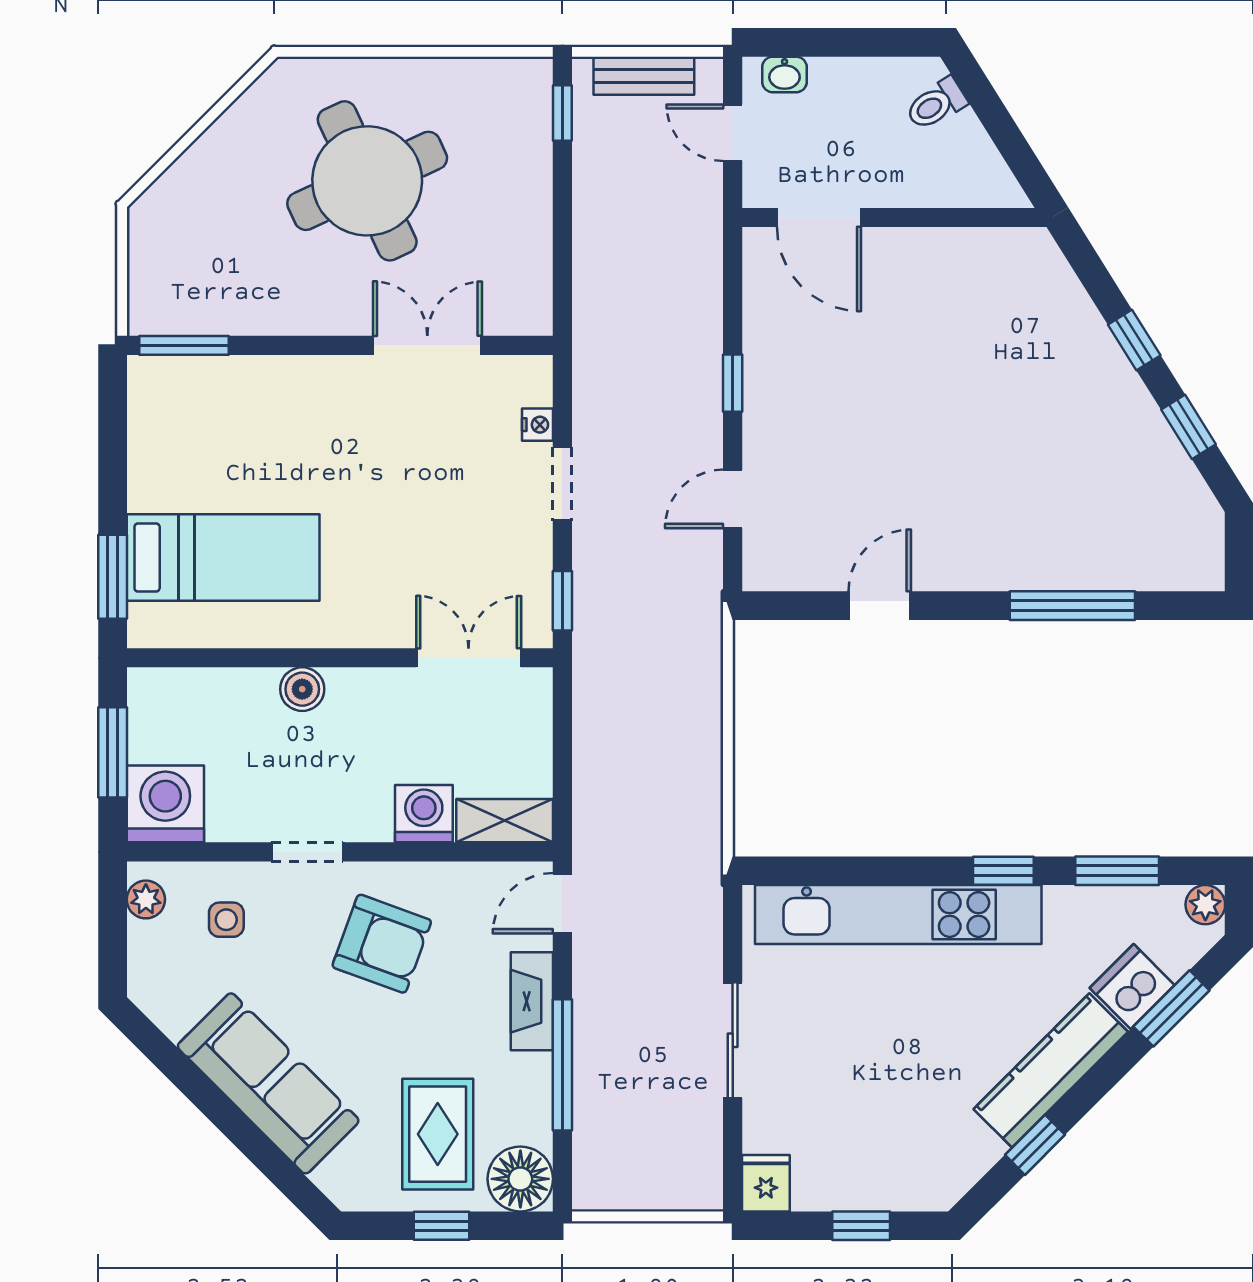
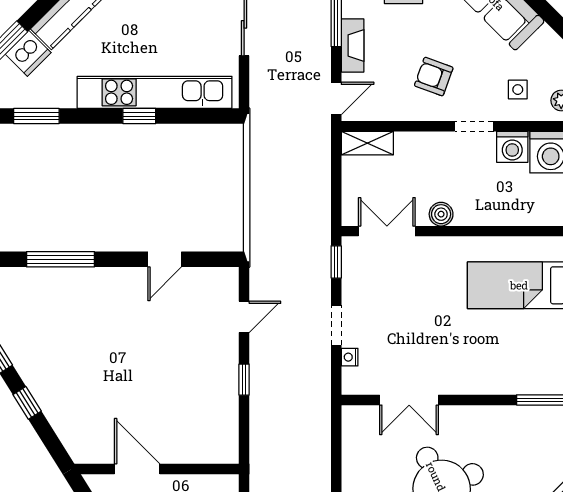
door: (819, 218) -> (137, 469), moved
double door: (469, 658) -> (387, 231), swing flipped
boiler: (302, 689) -> (441, 214), moved
washing machine: (424, 814) -> (512, 147), moved
window: (1003, 871) -> (139, 116), moved
armchair: (382, 944) -> (434, 77), width x0.72, depth x0.72

